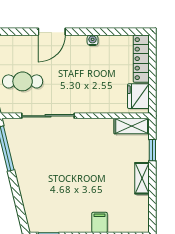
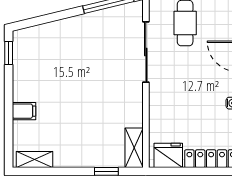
shelving: (142, 178) -> (34, 160), moved

